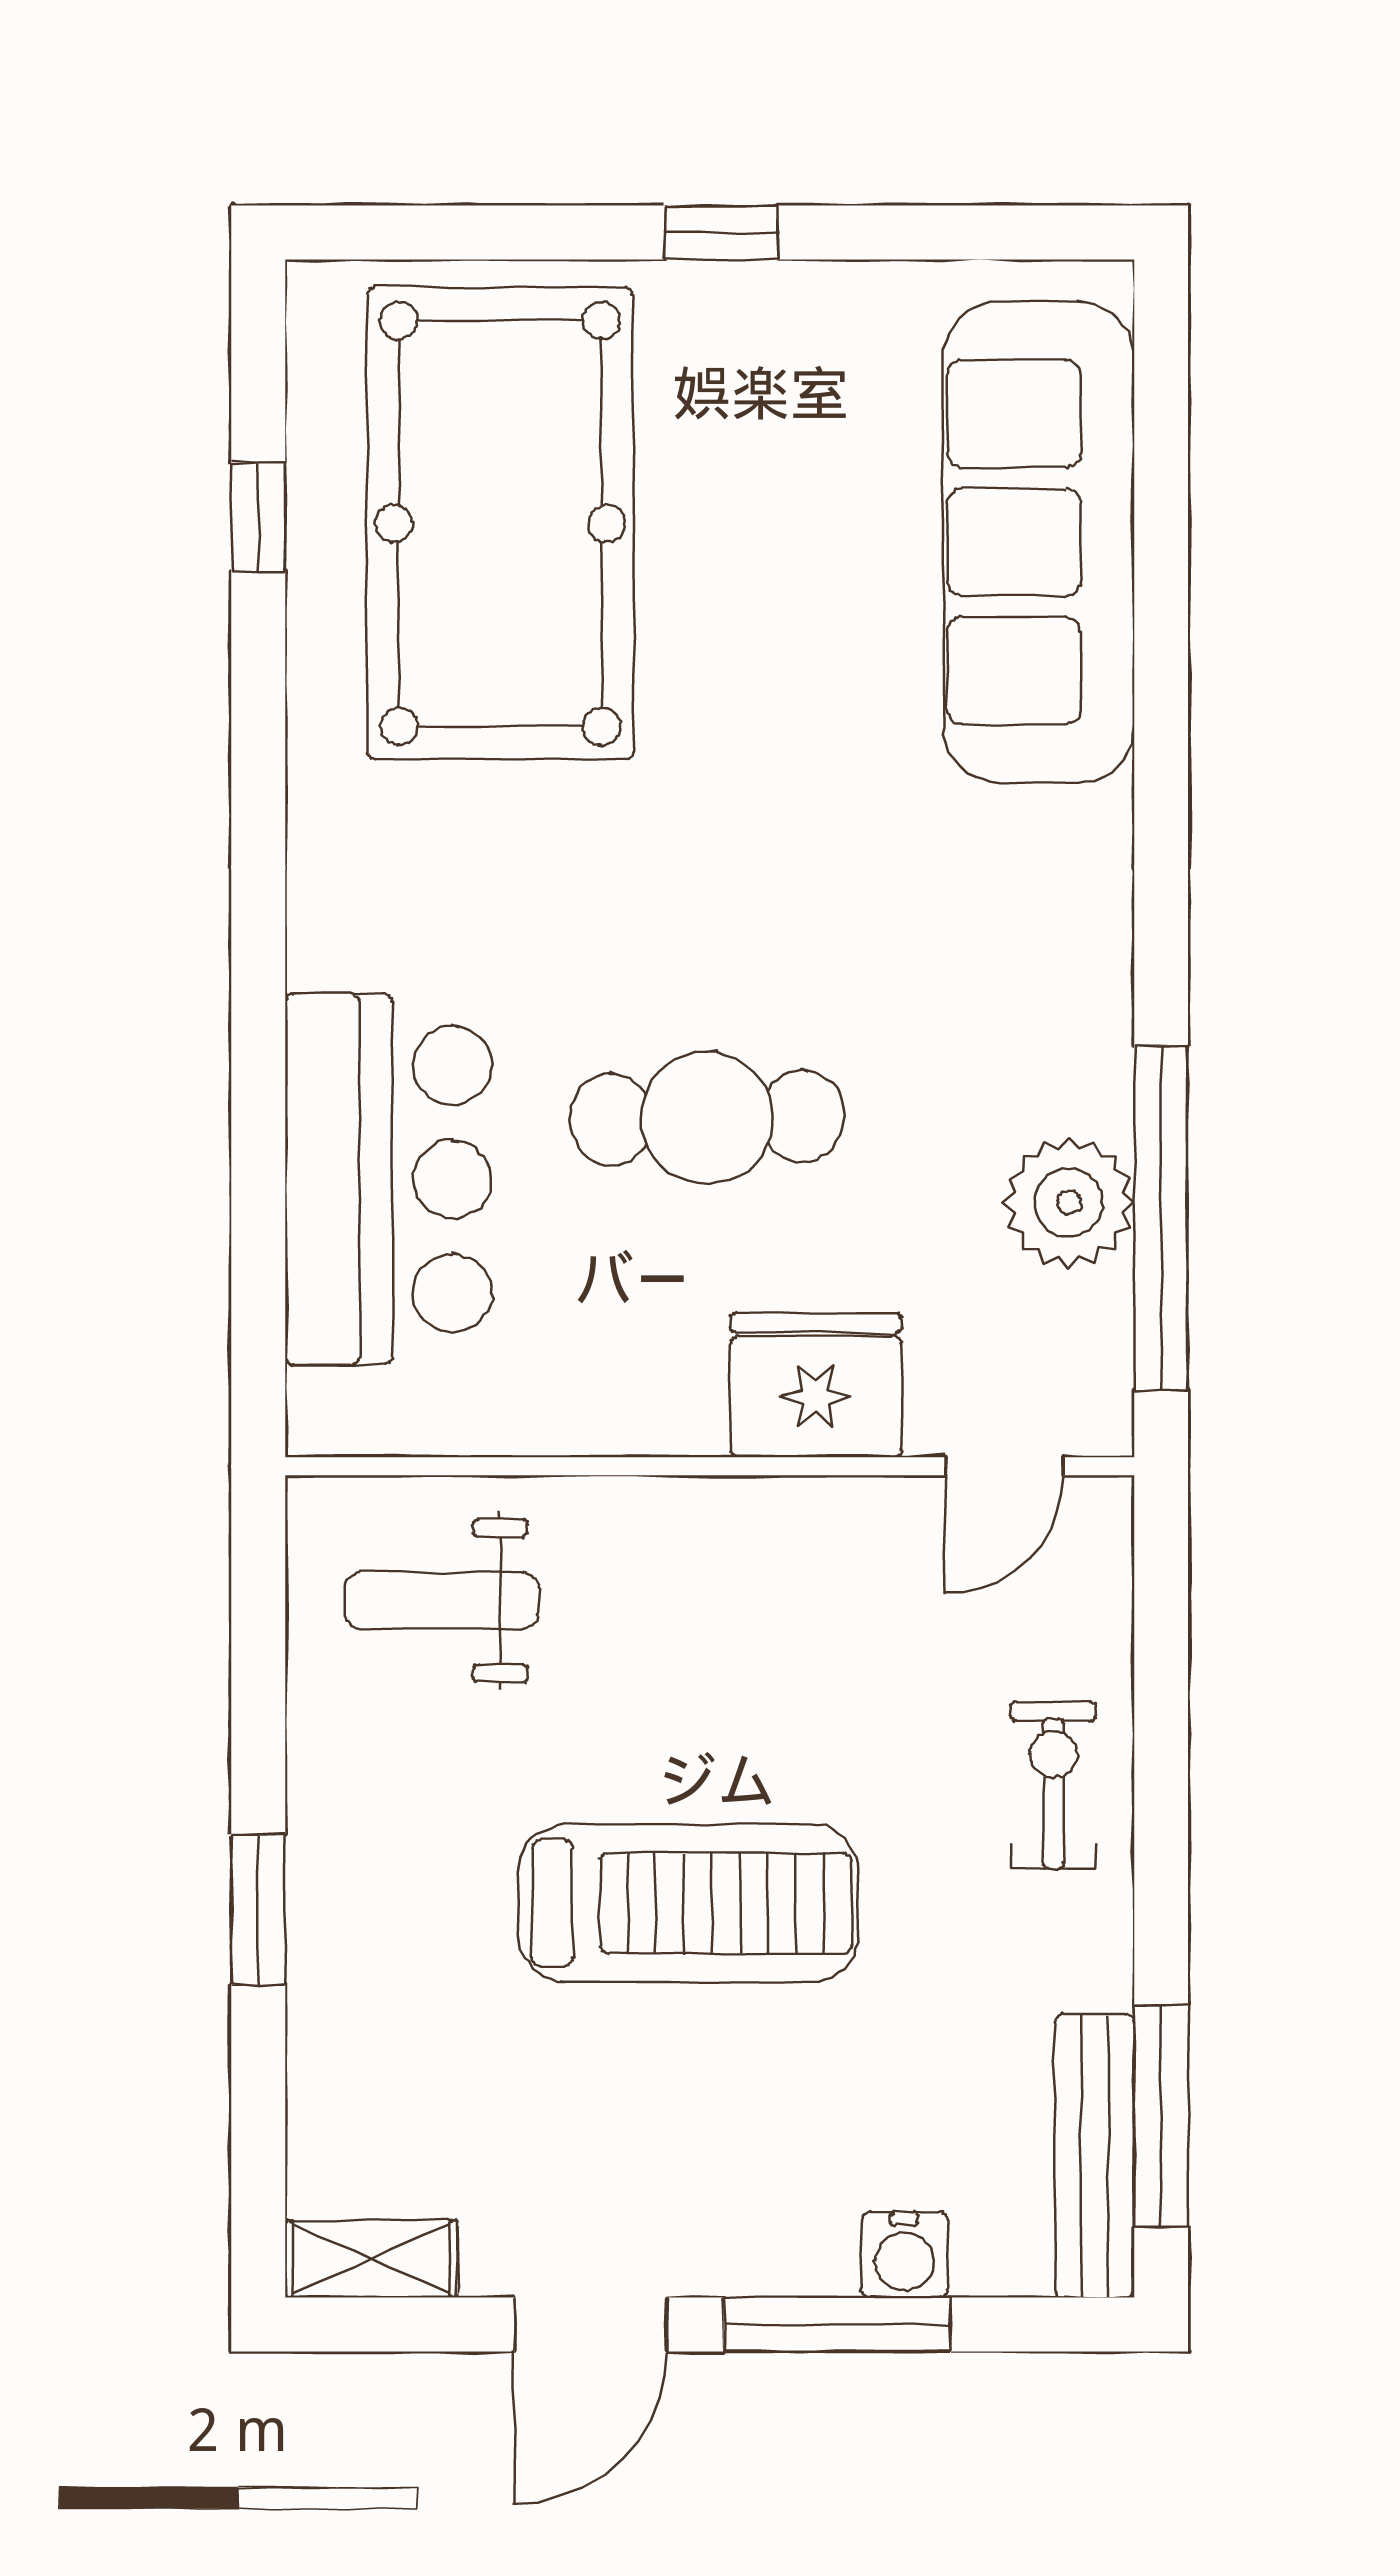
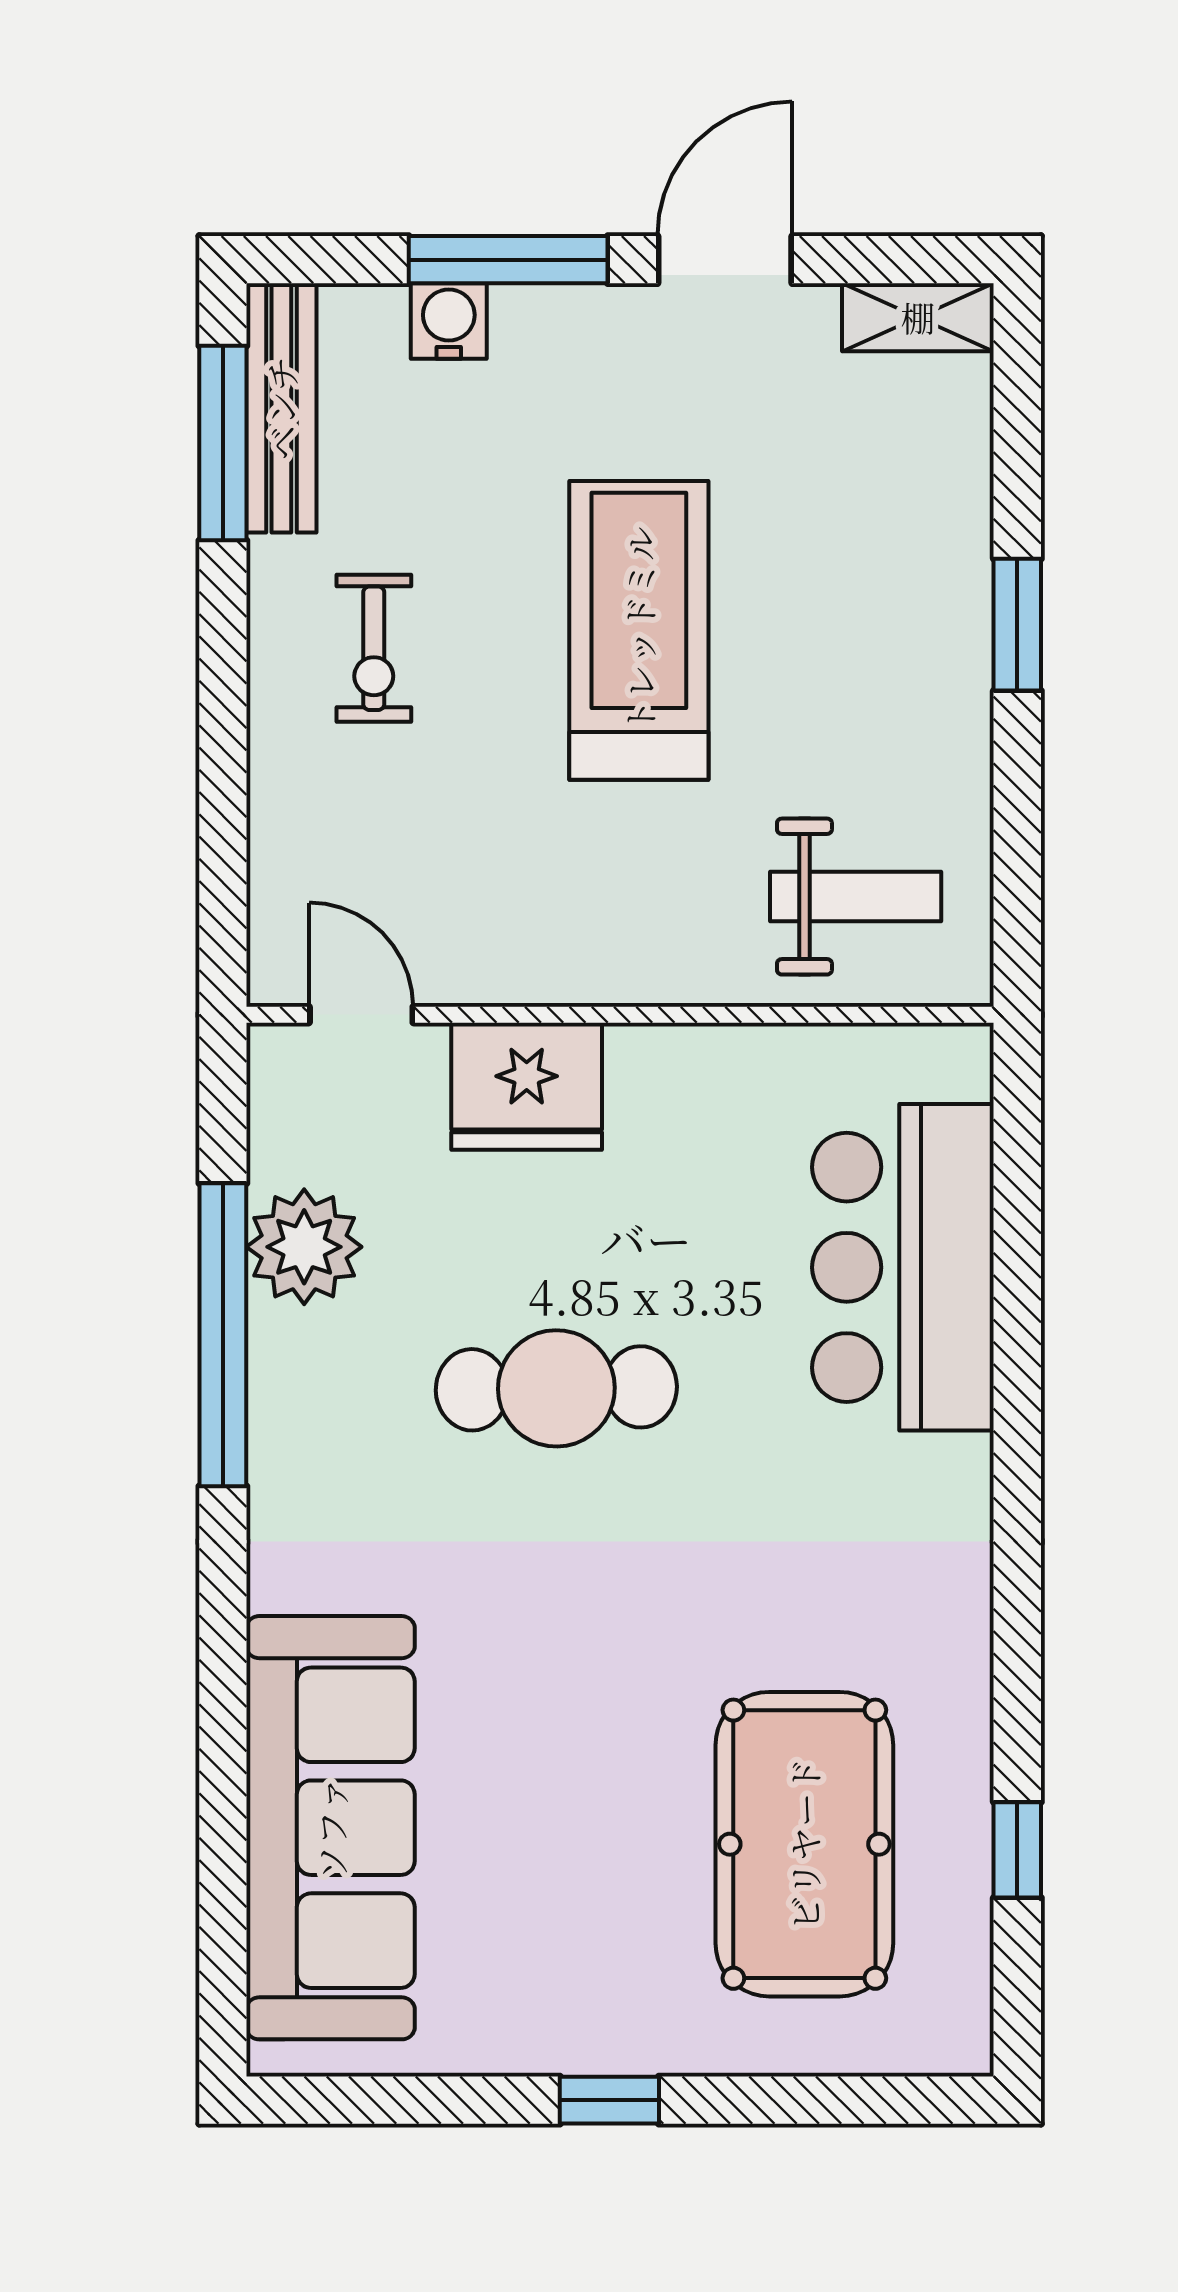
pool table: (500, 523) -> (804, 1844), width x0.73, depth x0.76
cafe table: (707, 1118) -> (556, 1388), moved
window: (1161, 1218) -> (223, 1335), moved
door: (1004, 1466) -> (361, 1015), hinge flipped
exercise bike: (1053, 1785) -> (374, 648), moved
treadmill: (688, 1903) -> (639, 630), turned 90

